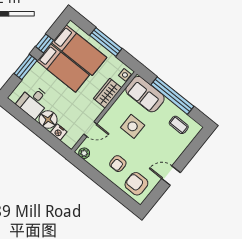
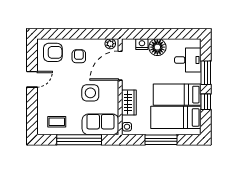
desk: (33, 102) -> (188, 60), moved, turned 90
door: (90, 129) -> (120, 66), width x1.88

